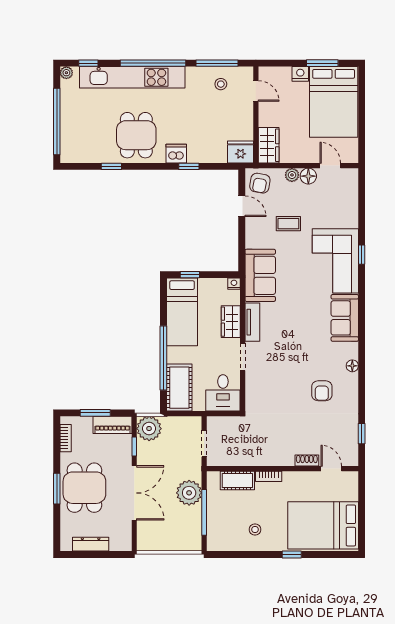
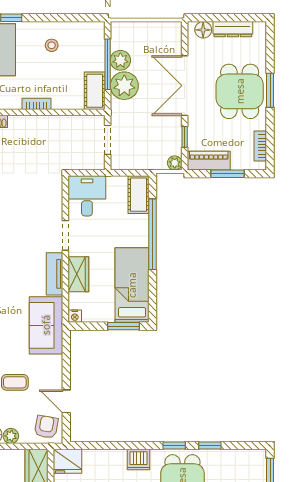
window: (189, 166) -> (174, 445), moved
window: (190, 275) -> (123, 326), width x1.50
cot: (179, 388) -> (139, 195), width x0.73, depth x0.75
plant: (149, 429) -> (175, 163), width x0.53, depth x0.53
cot: (237, 480) -> (95, 91), moved, turned 90
plant: (193, 516) -> (120, 60), added
floor lamp: (117, 544) -> (203, 30), added

